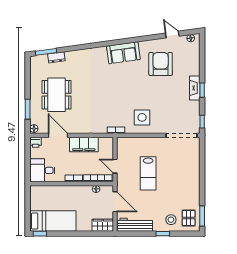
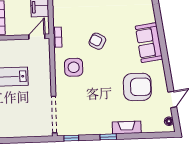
fireplace: (195, 88) -> (127, 128), moved
armchair: (121, 97) -> (97, 41), added
door: (115, 166) -> (37, 37), moved

